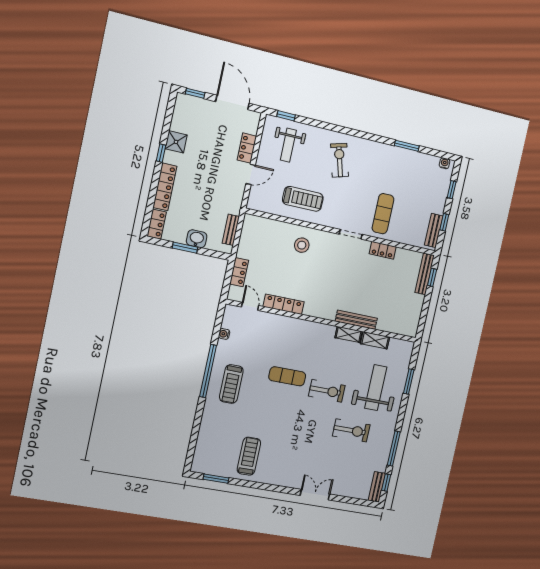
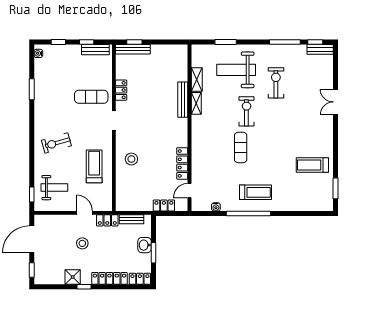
locker: (247, 148) -> (107, 220), moved
stool: (215, 163) -> (82, 243), added

